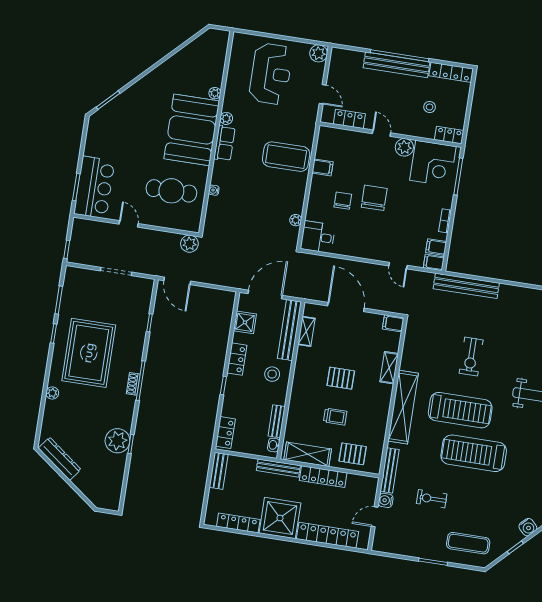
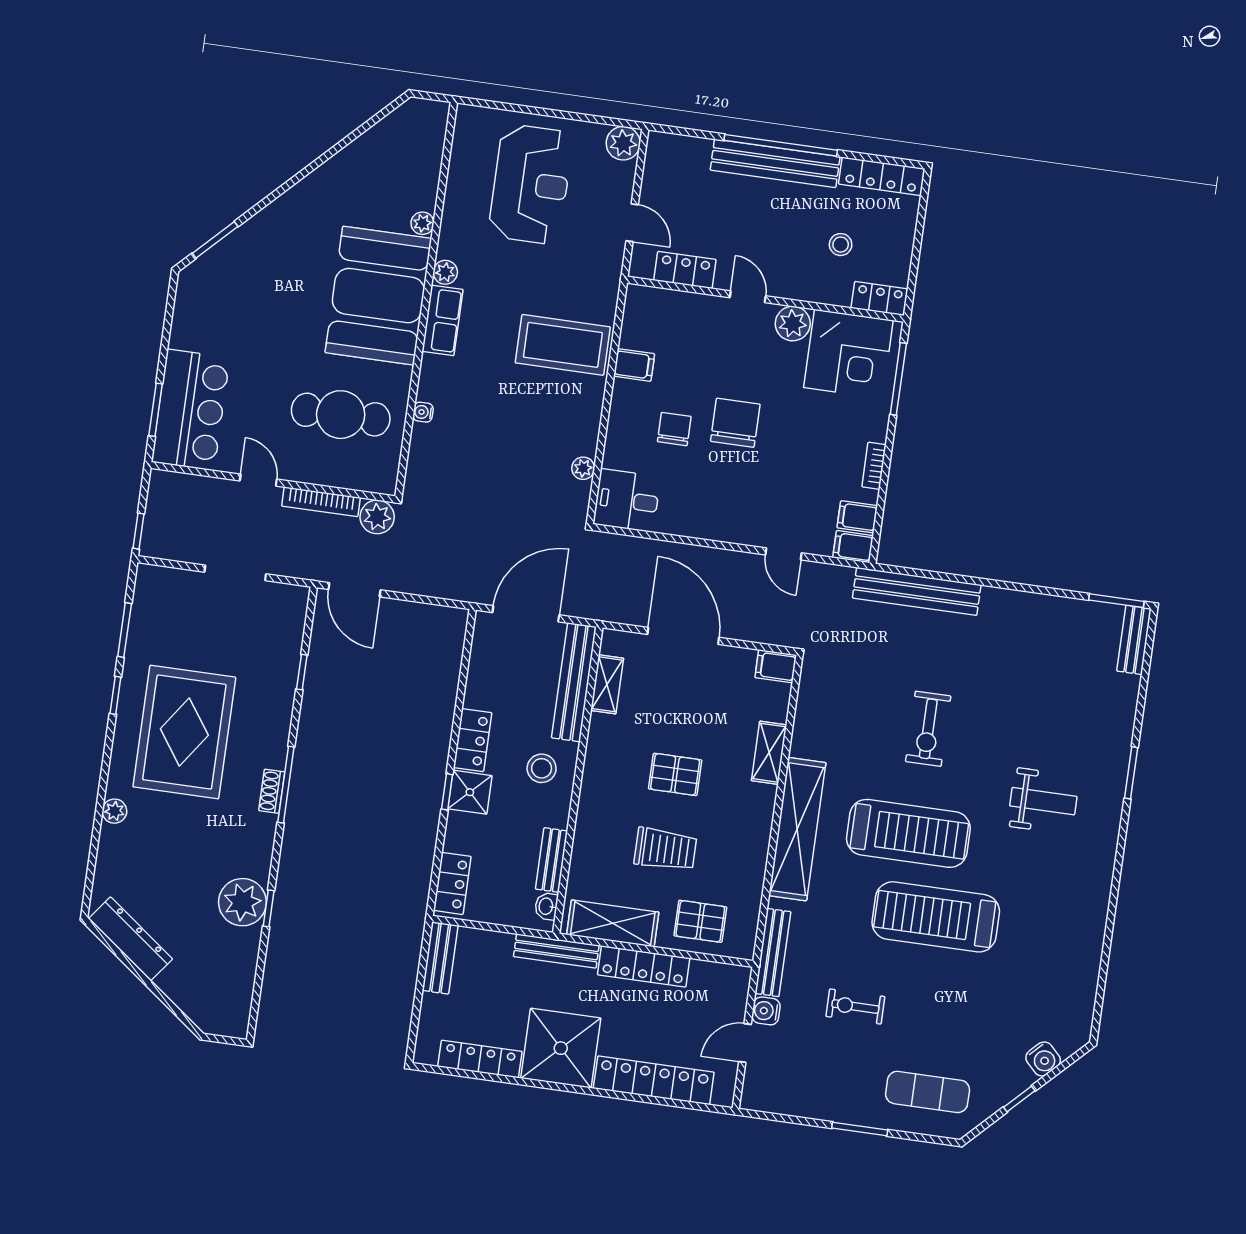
bookcase: (161, 236) -> (321, 502), added
shower: (245, 322) -> (470, 792), moved
trolley: (335, 417) -> (665, 849), width x1.36, depth x1.39

